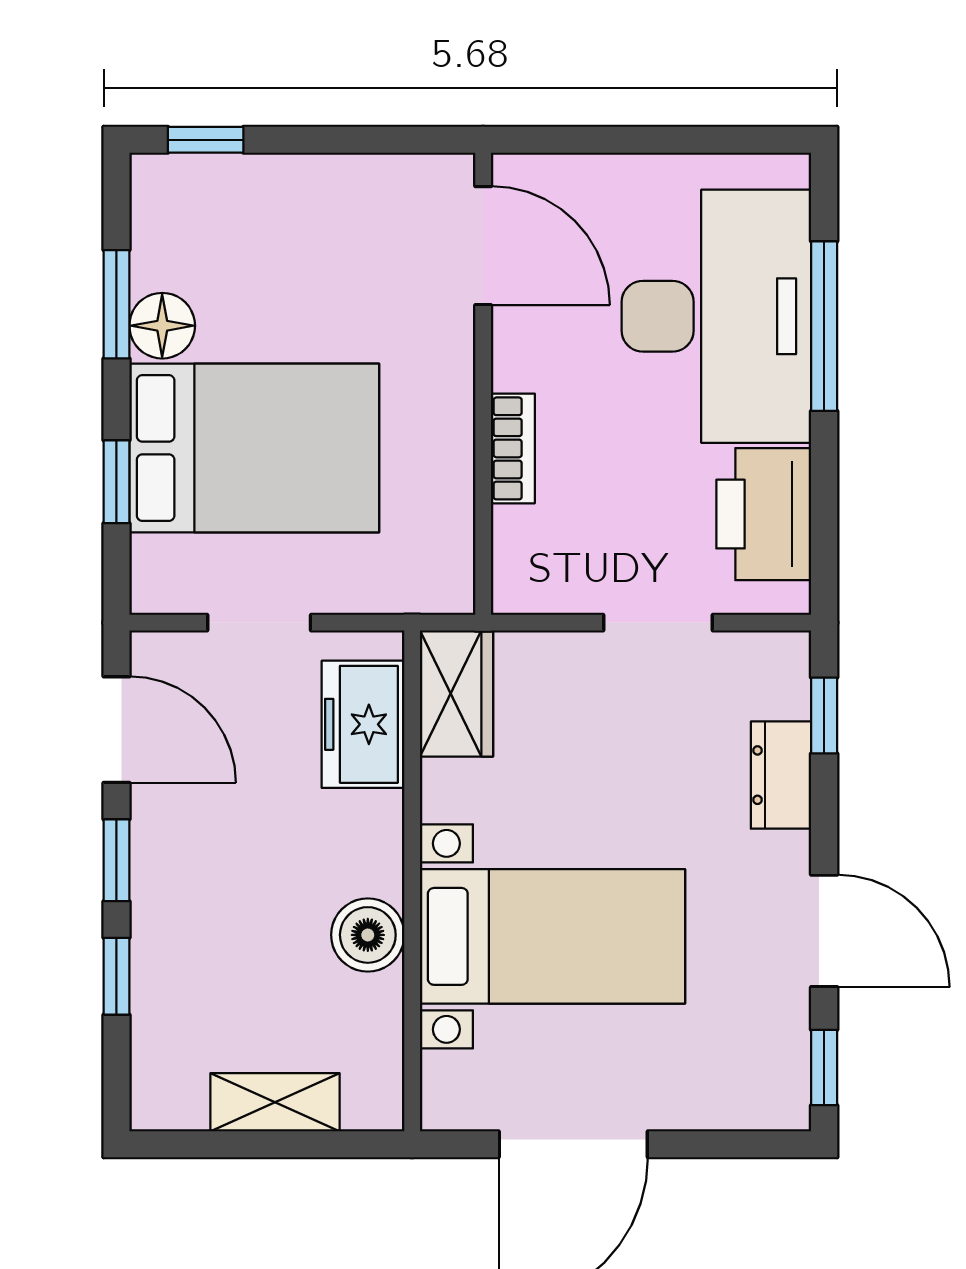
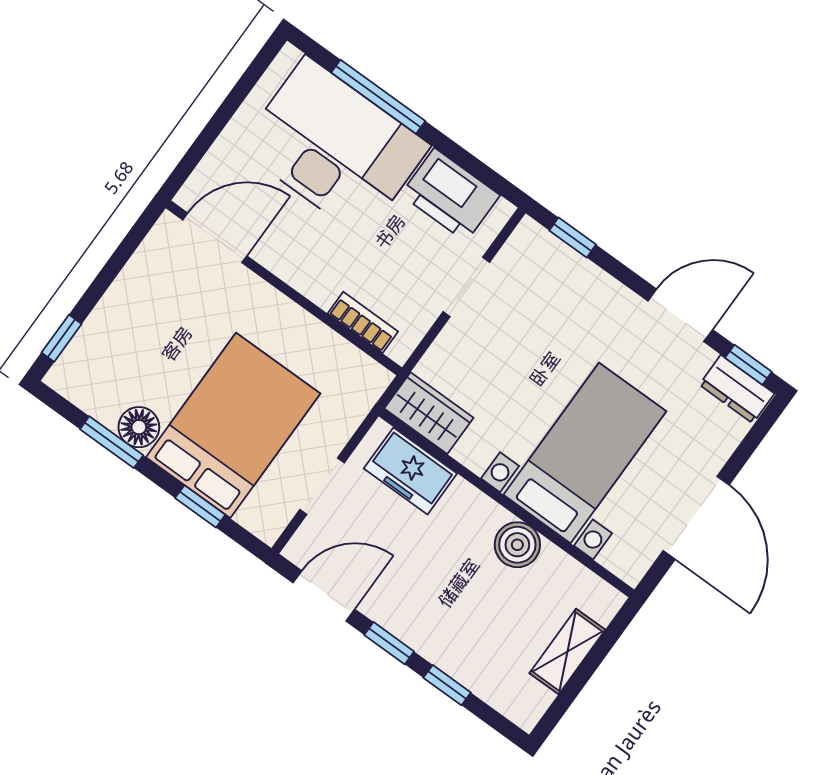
bookcase: (513, 448) -> (363, 322), moved
dresser: (781, 775) -> (737, 389), moved

